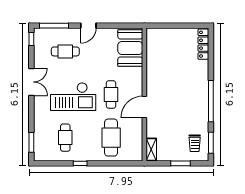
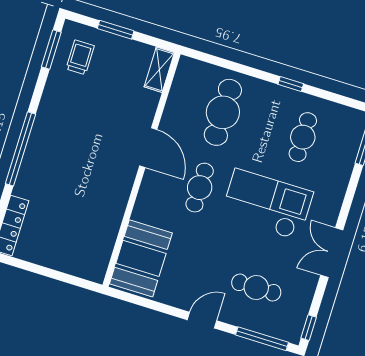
window: (211, 101) -> (21, 149), moved
door: (144, 107) -> (148, 148), hinge flipped

